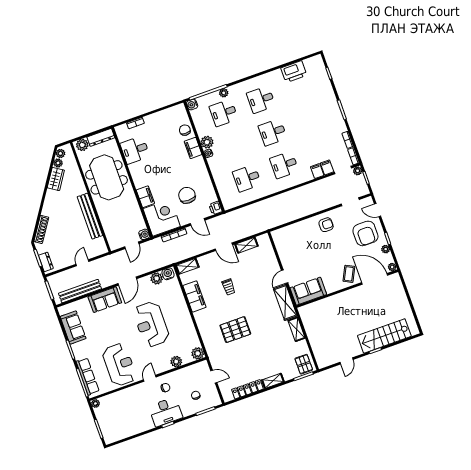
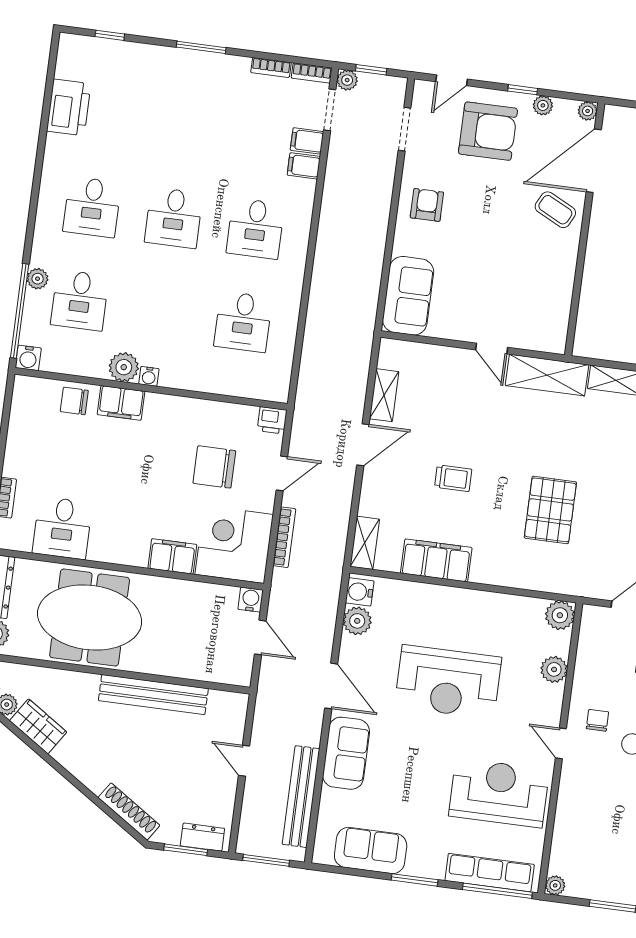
sofa: (308, 291) -> (408, 296), moved, turned 180

